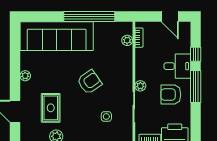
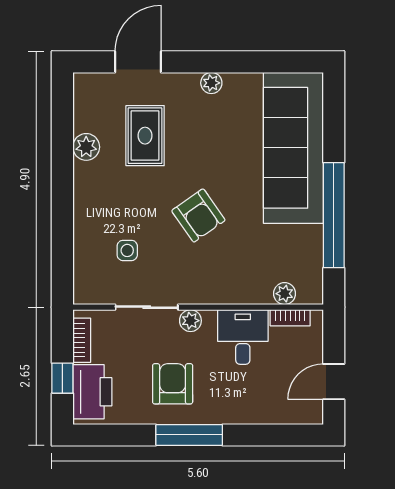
window: (196, 54) -> (256, 435), removed
desk: (177, 66) -> (243, 337), moved, turned 180
rug: (51, 108) -> (145, 136), turned 90

